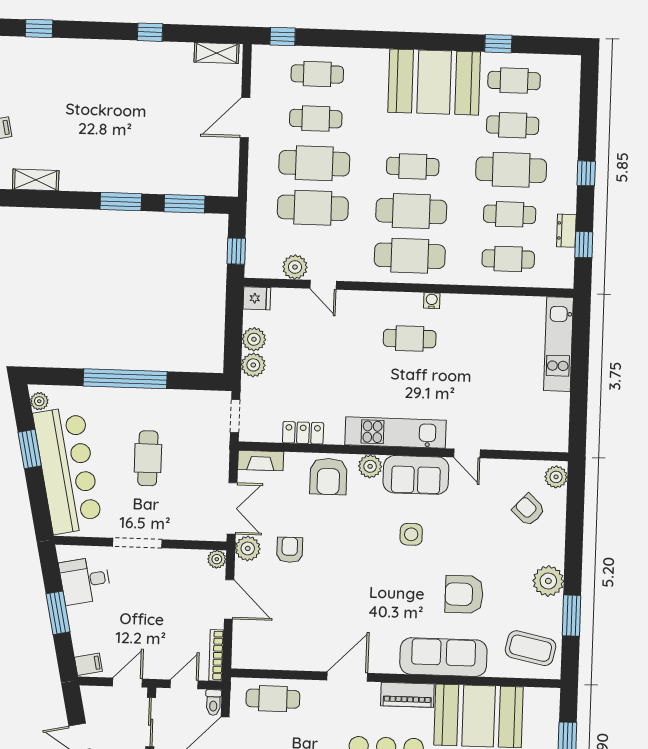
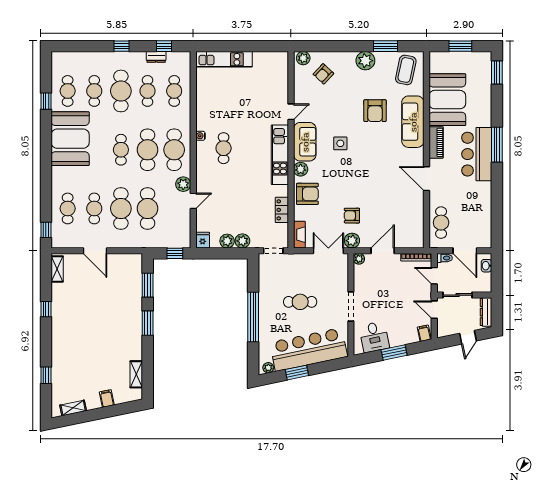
plant: (295, 267) -> (183, 184), moved

